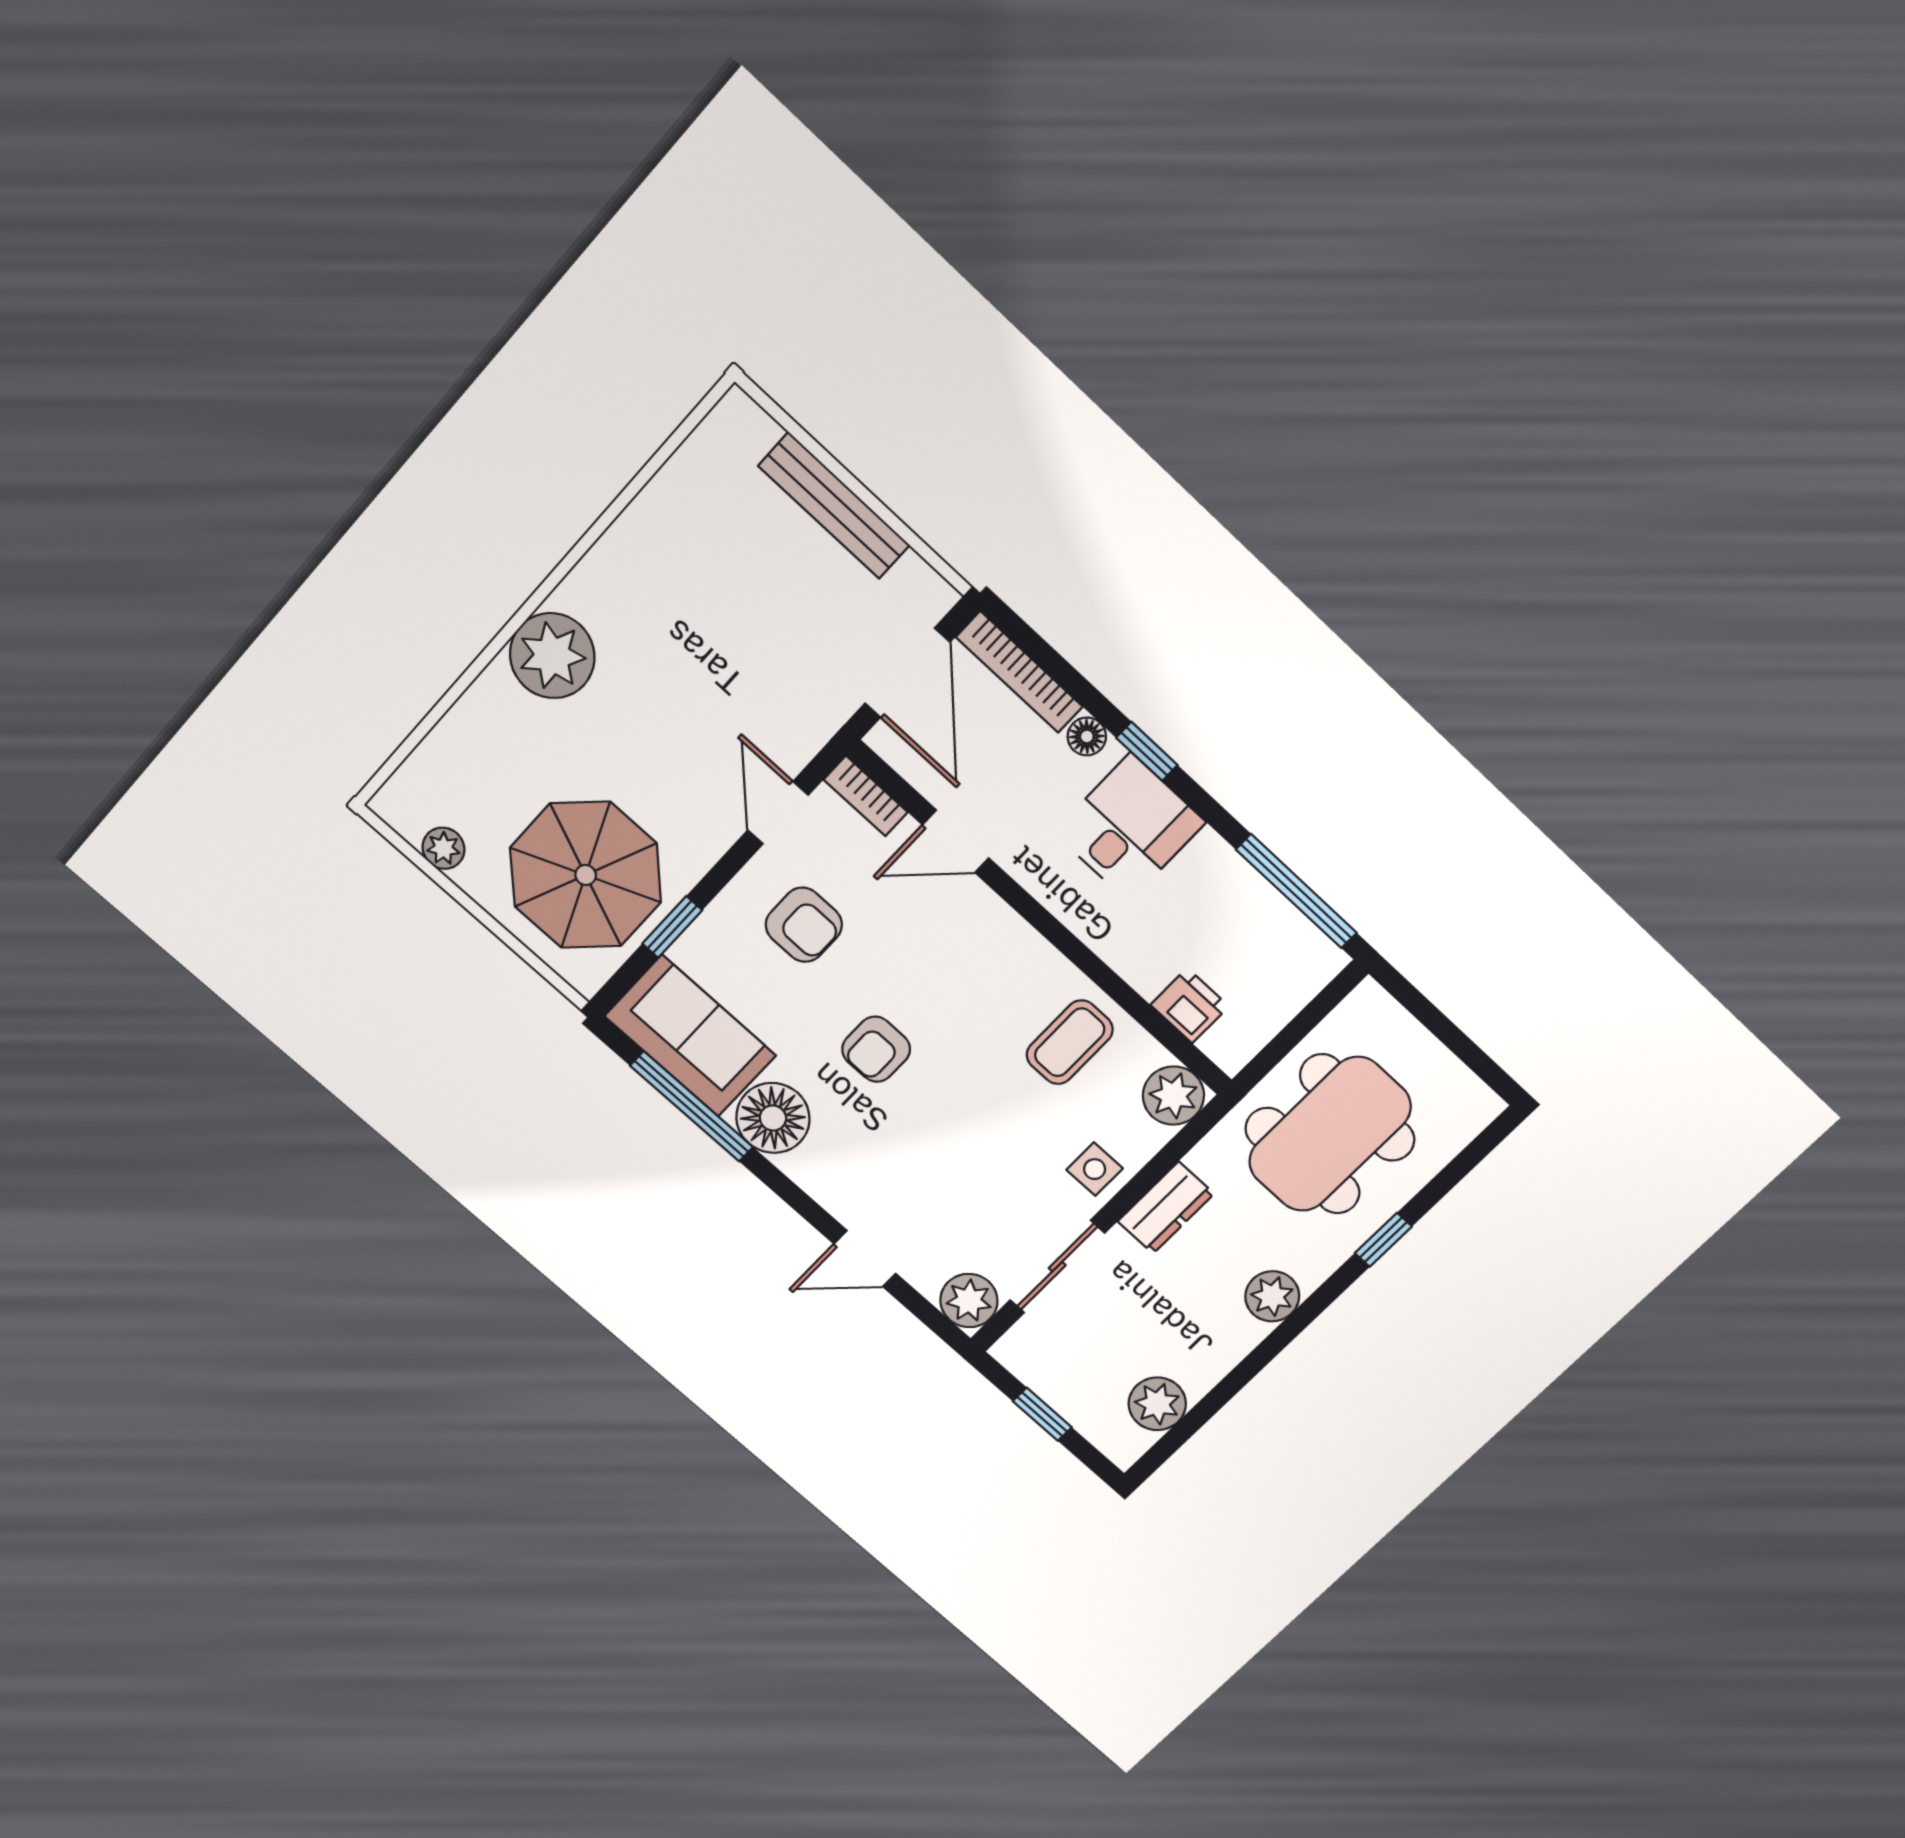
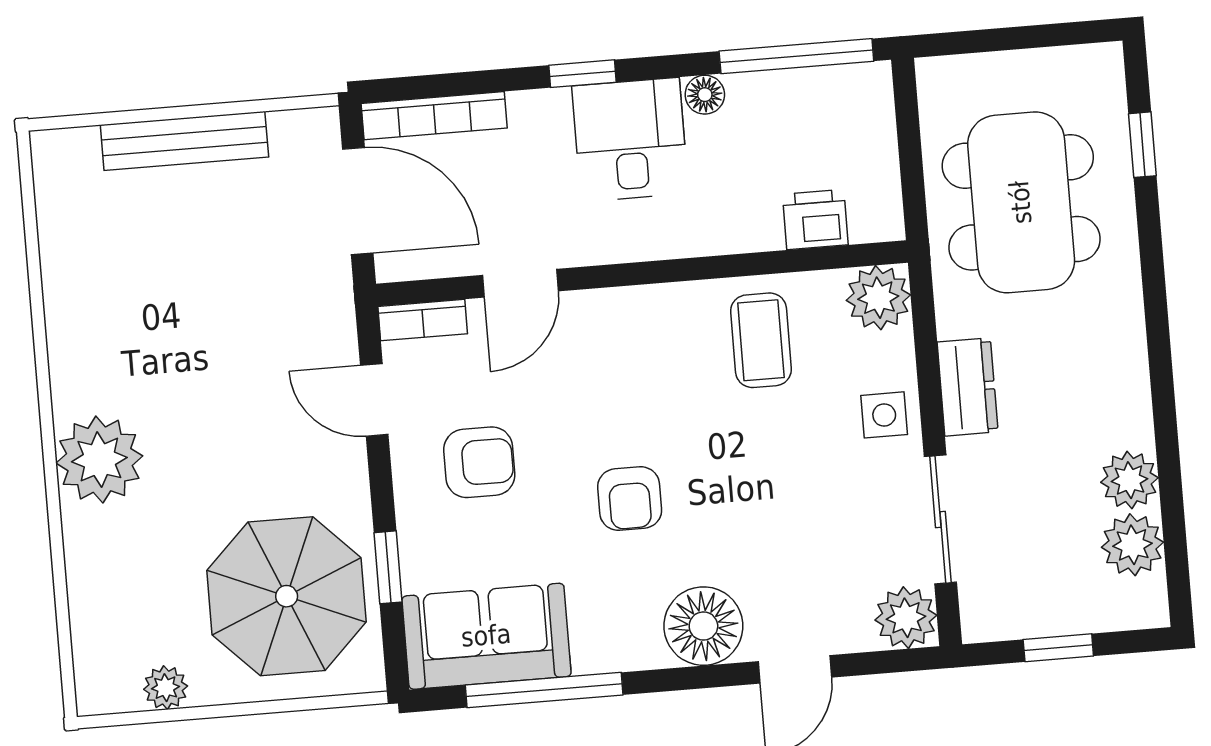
floor lamp: (1087, 736) -> (705, 95), moved
floor lamp: (773, 1118) -> (703, 626), moved
window: (1383, 1240) -> (1142, 145), moved
plant: (1272, 1296) -> (1129, 480), moved

